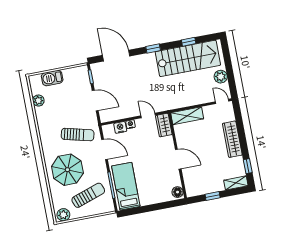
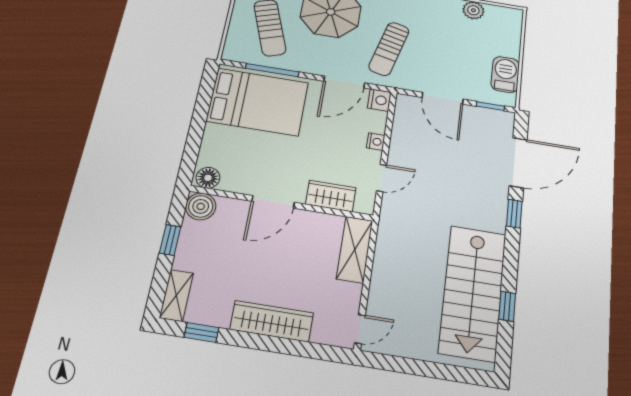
window: (153, 49) -> (514, 214), moved
plant: (221, 77) -> (414, 345), removed
barbecue: (52, 78) -> (505, 75), moved
door: (95, 101) -> (443, 98), hinge flipped
wardrobe: (164, 125) -> (331, 196), moved
nightstand: (120, 127) -> (379, 100), moved
bed: (126, 186) -> (258, 102), width x1.50
boiler: (192, 190) -> (201, 206), added

